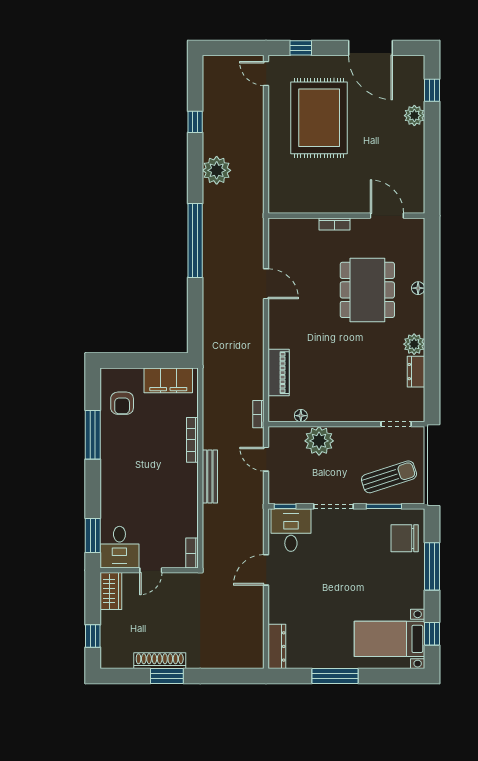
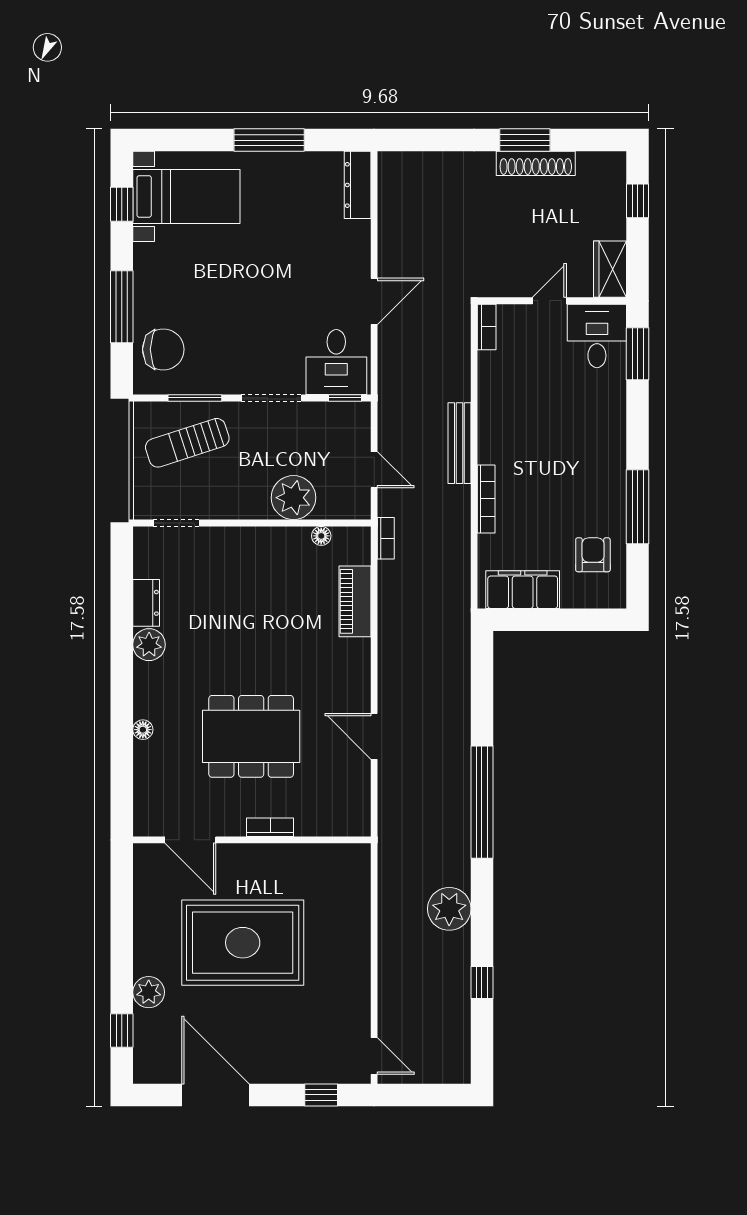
rug: (319, 118) -> (243, 943), moved, turned 90
dining table: (367, 290) -> (251, 736), moved, turned 90

